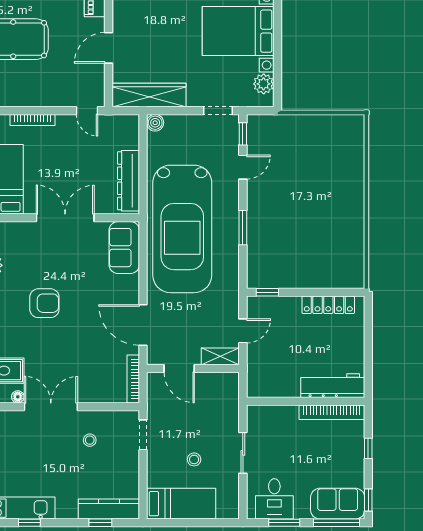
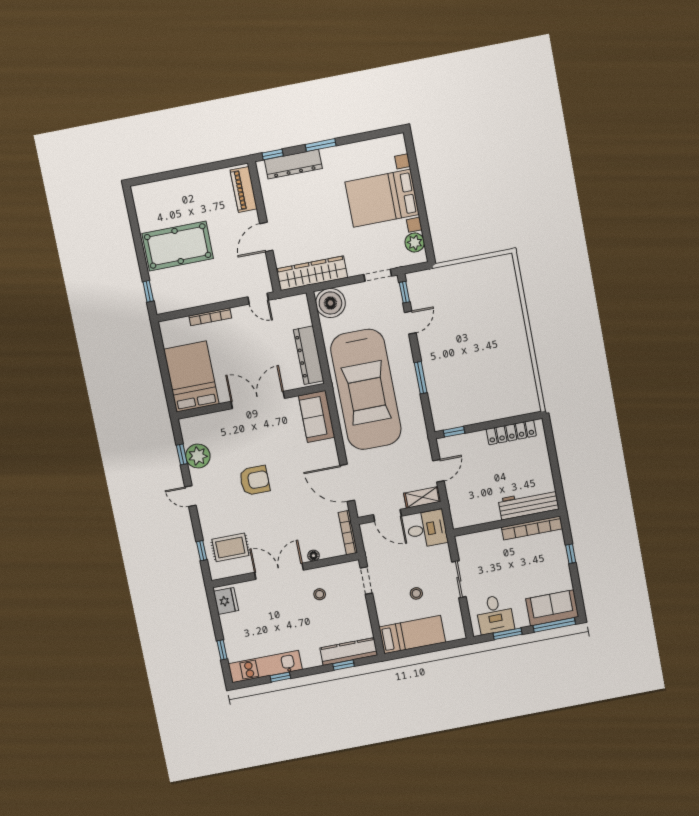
boiler: (155, 123) -> (330, 303), width x1.86, depth x1.86
desk: (219, 392) -> (427, 529), added
floor lamp: (18, 397) -> (313, 556), moved
window: (368, 500) -> (579, 599), removed

